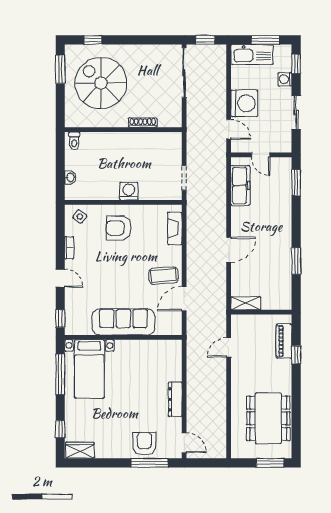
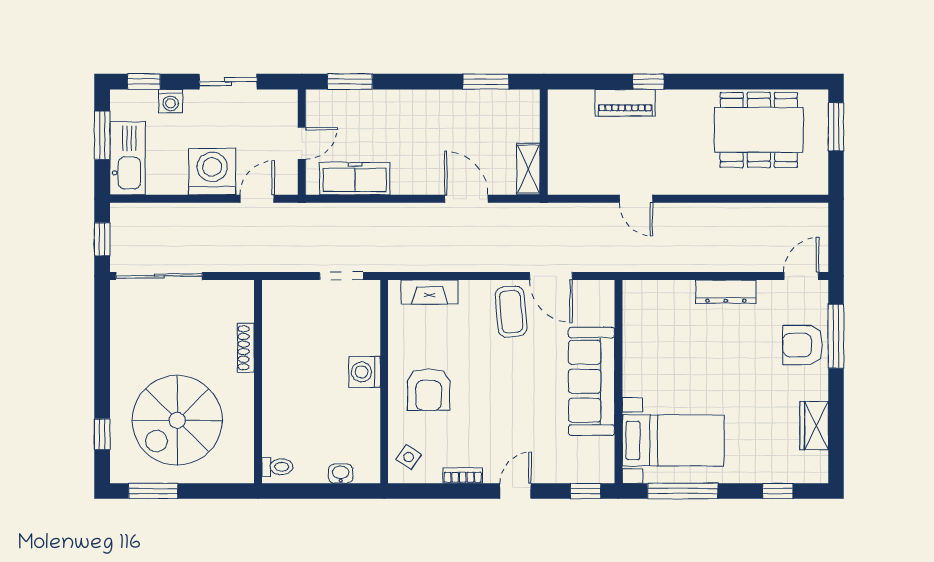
shelving: (246, 303) -> (528, 169), moved
wall: (261, 312) -> (544, 142), moved
wardrobe: (80, 450) -> (814, 426), moved

